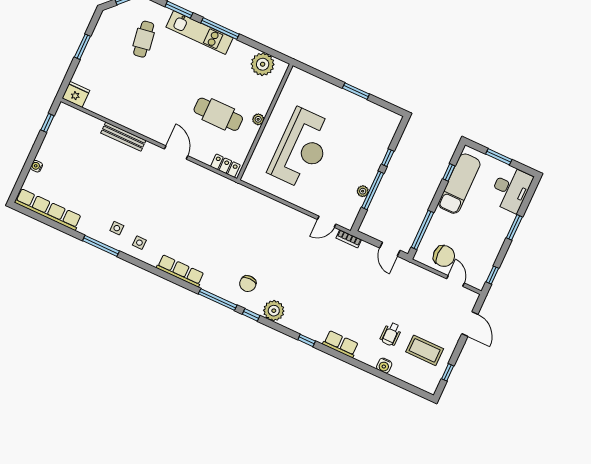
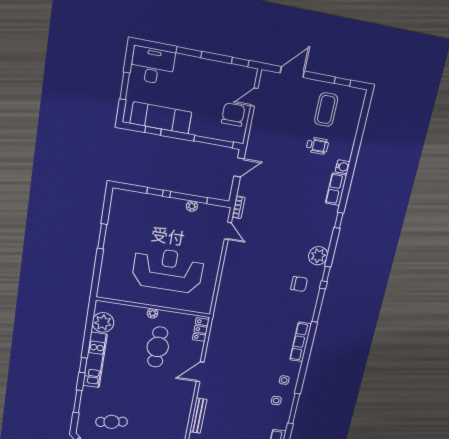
window: (220, 29) -> (83, 365), width x0.46
kitchen unit: (199, 32) -> (95, 360), moved
water cooler: (384, 366) -> (343, 167), moved

